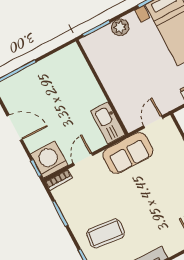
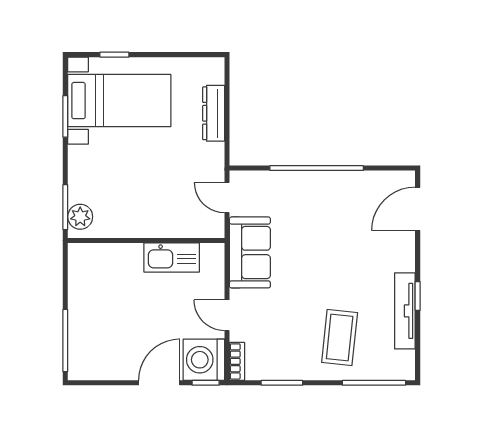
plant: (120, 27) -> (80, 217), moved
kitchen sink: (108, 123) -> (172, 257), moved
door: (15, 128) -> (159, 383), moved

